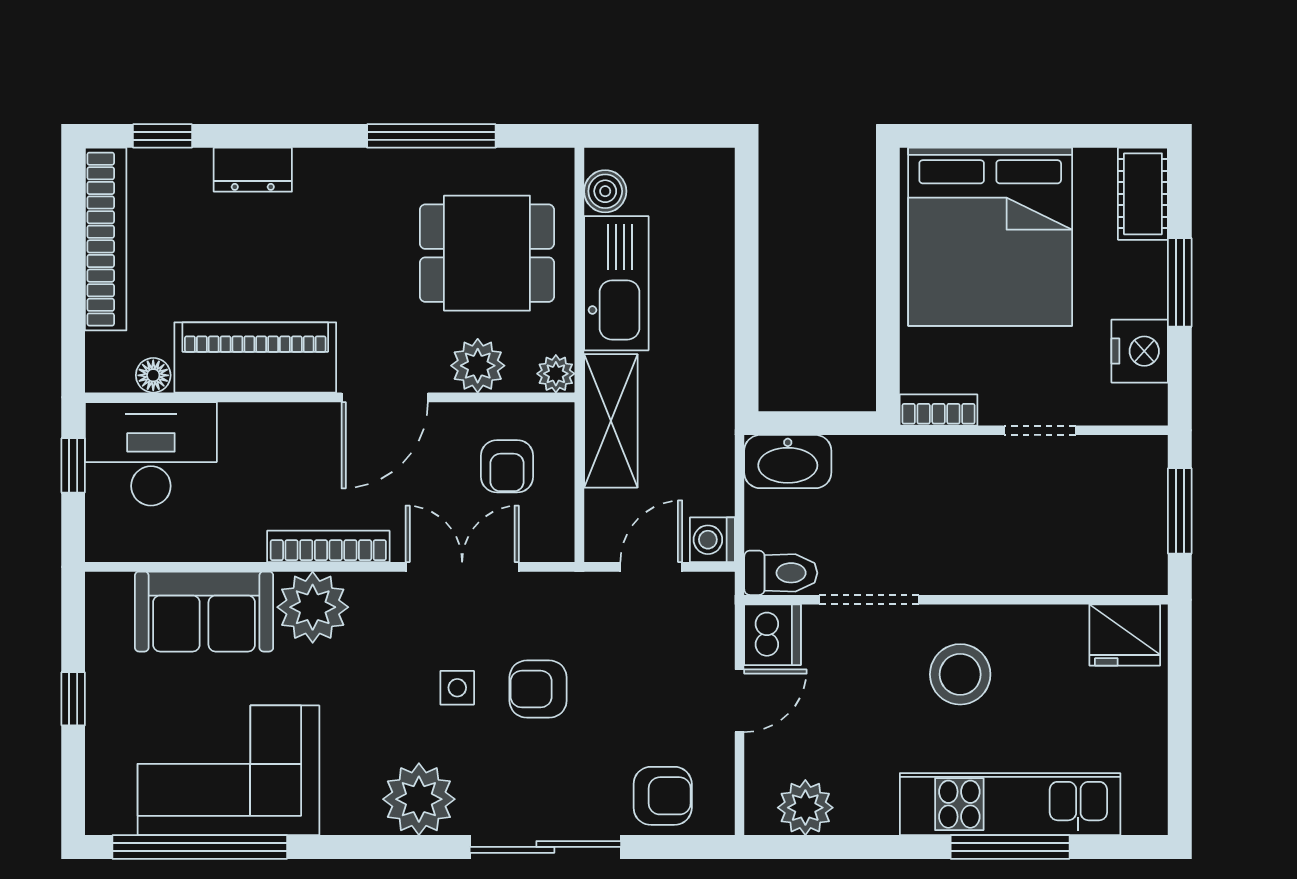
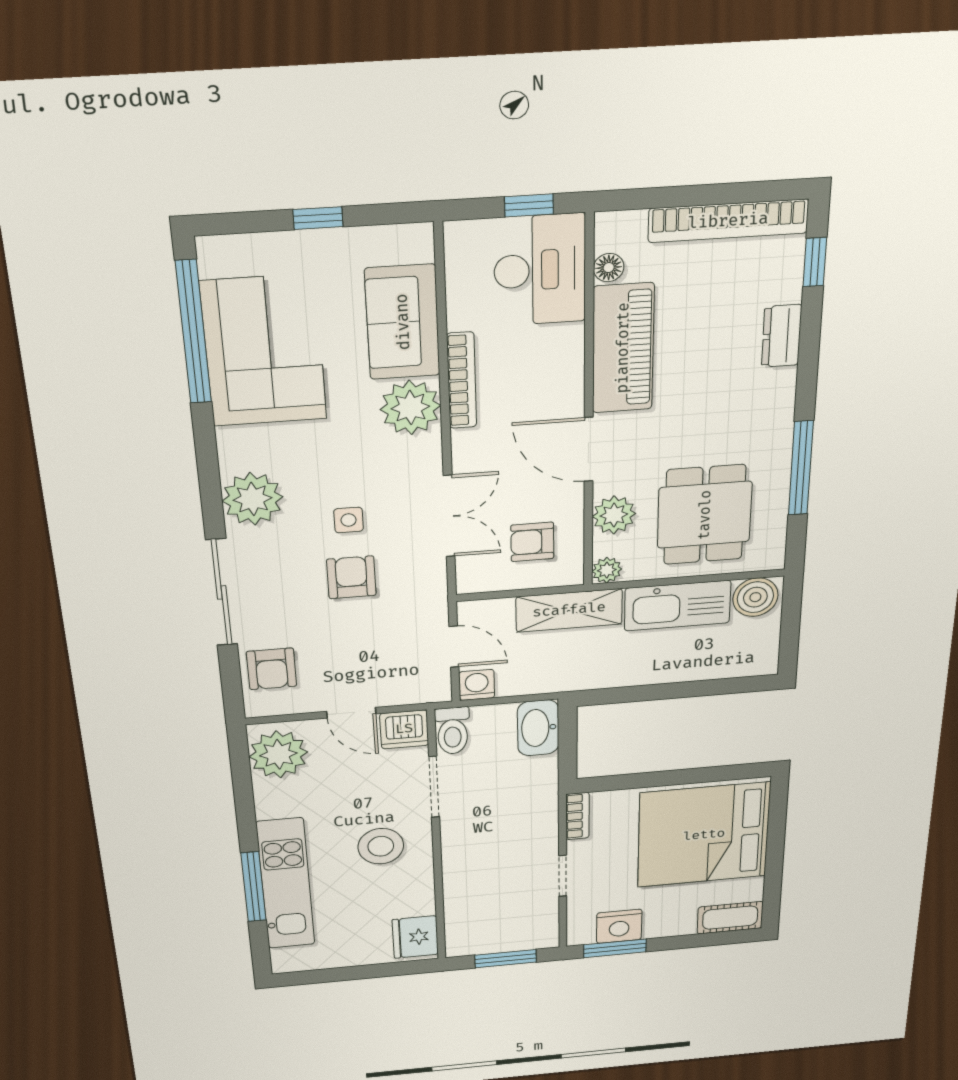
boiler: (605, 191) -> (755, 597), width x1.36, depth x1.36
window: (1180, 282) -> (615, 948), moved
bookcase: (328, 546) -> (462, 380), moved
plant: (805, 808) -> (278, 754), width x1.36, depth x1.36

